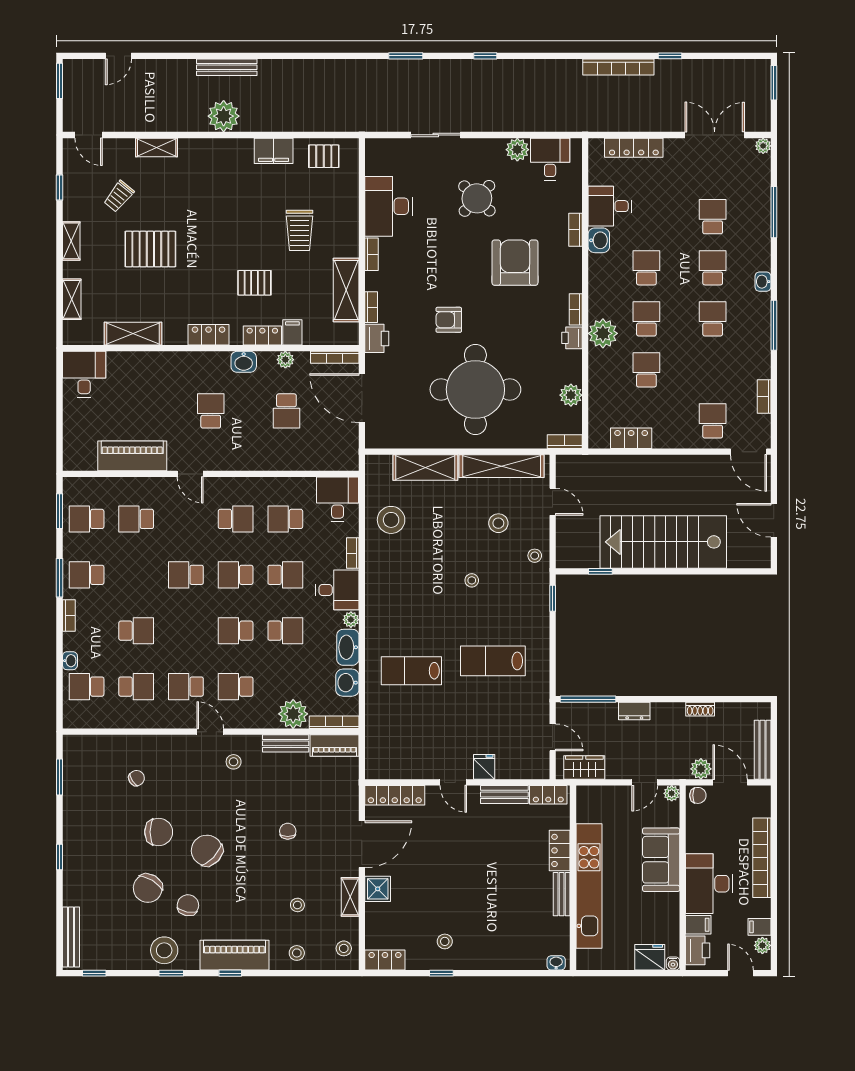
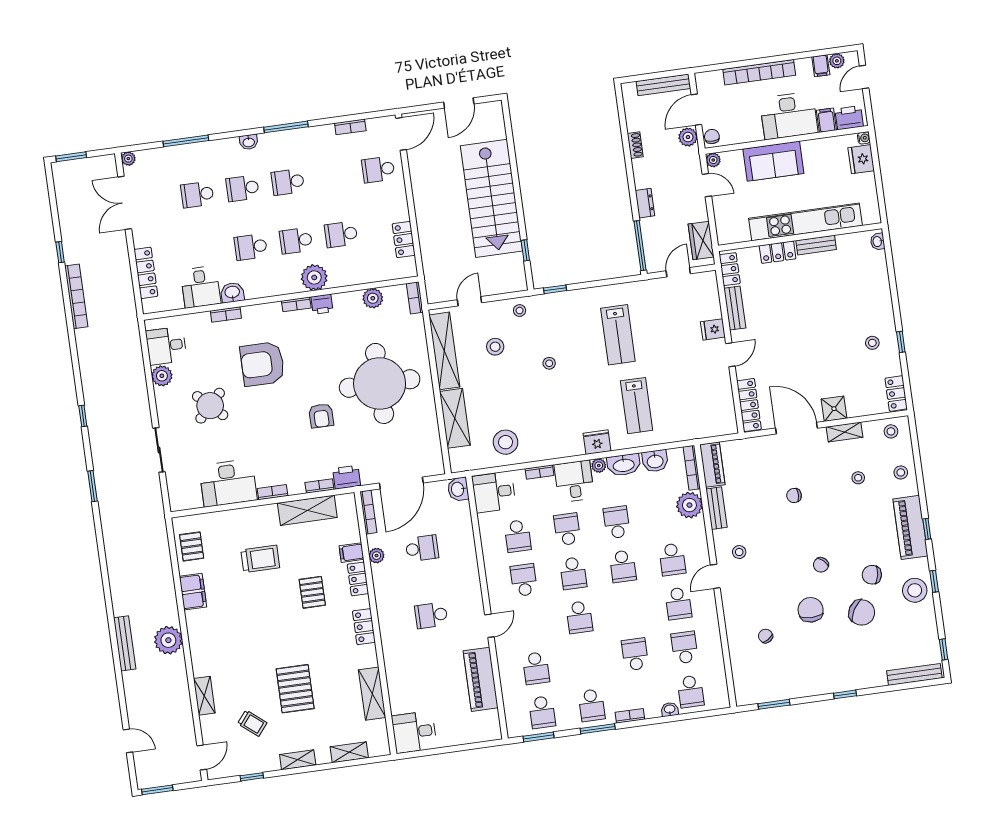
washbasin: (244, 362) -> (458, 489), moved, turned 180
fridge: (377, 621) -> (597, 442), added
chair: (207, 850) -> (821, 565), width x0.54, depth x0.54

